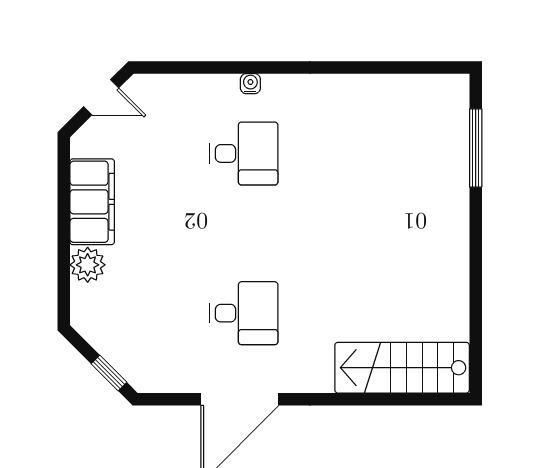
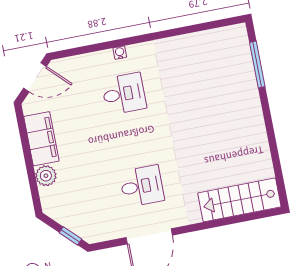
door: (101, 97) -> (35, 77), width x1.38

